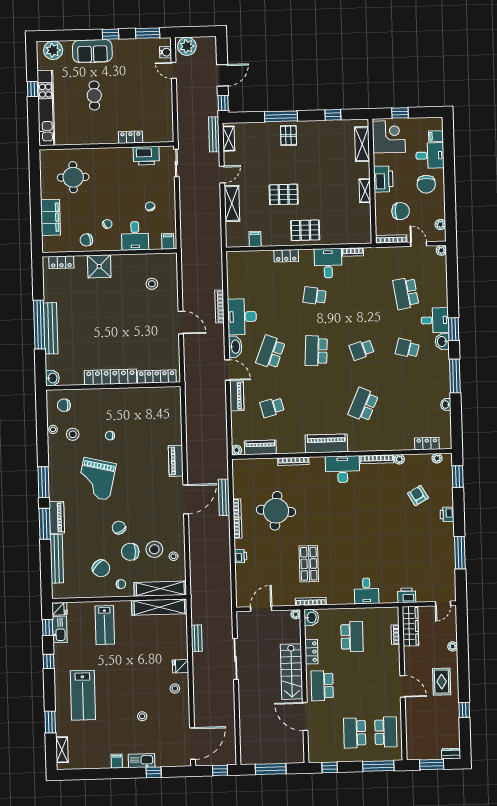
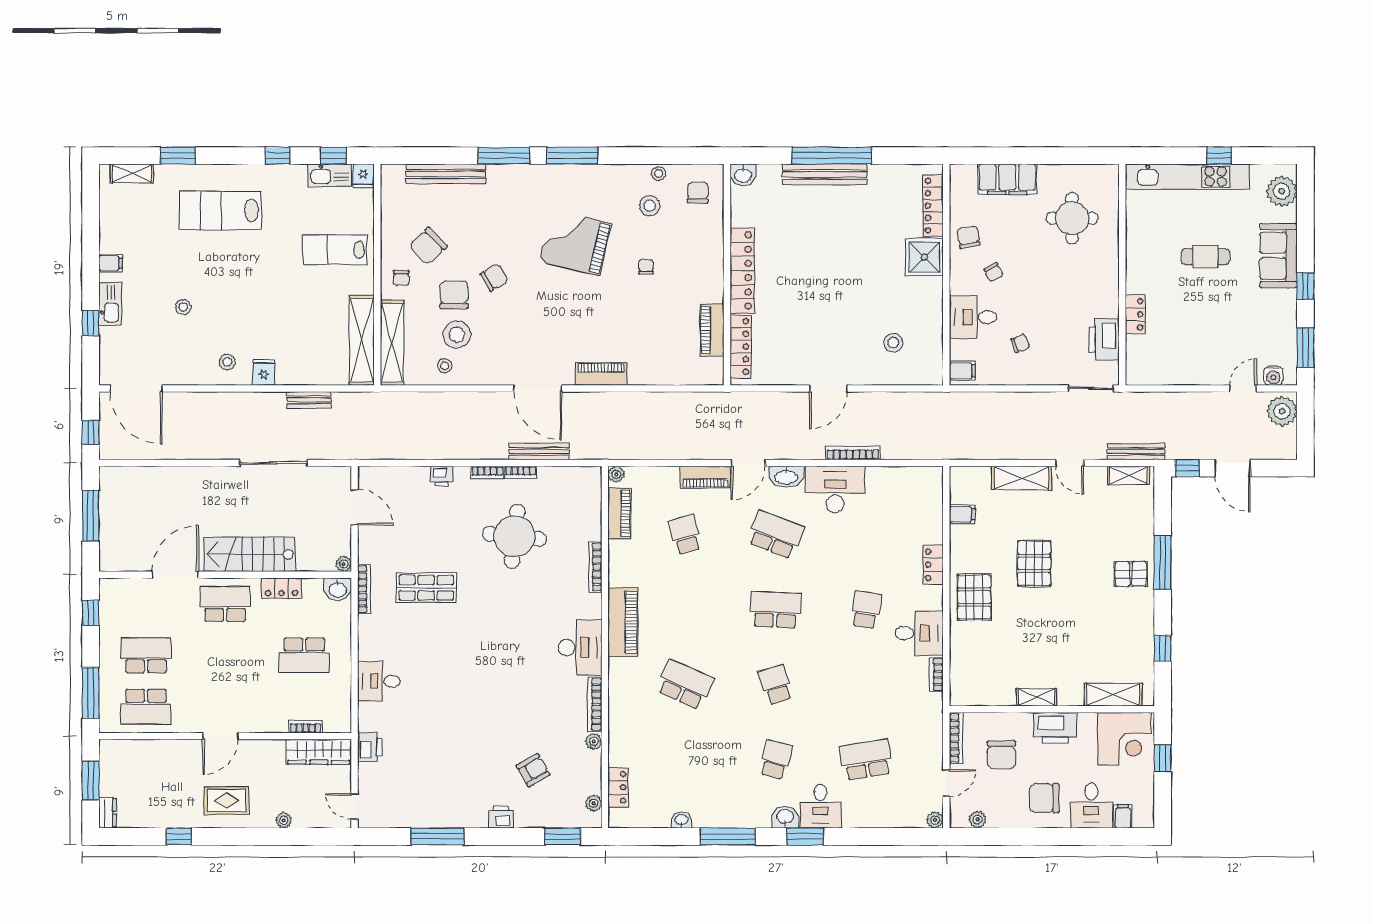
locker: (61, 262) -> (933, 206), width x1.53
piano: (57, 517) -> (712, 330), moved, turned 90

